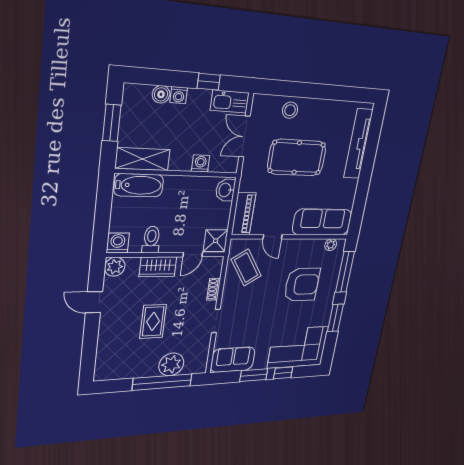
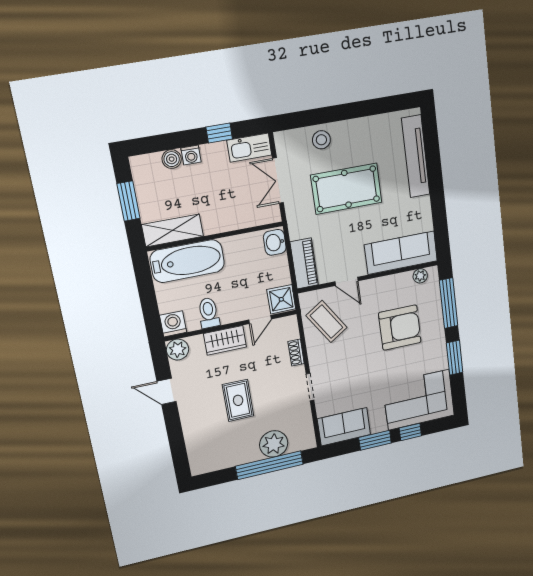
washing machine: (201, 163) -> (238, 220), removed
bathtub: (139, 185) -> (187, 261), width x1.36, depth x1.36

